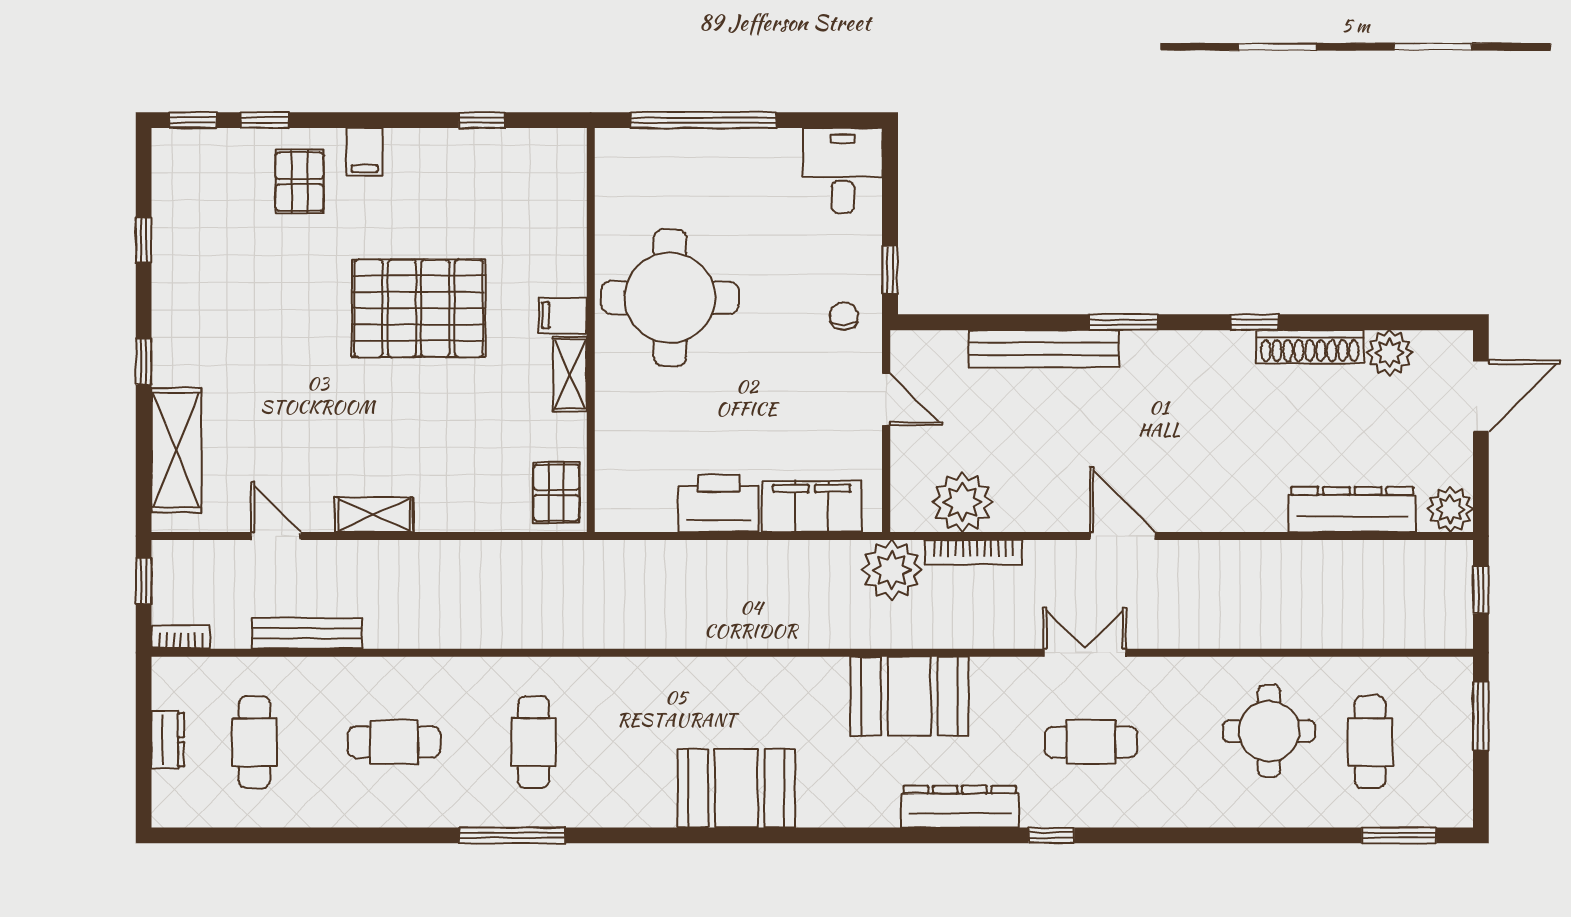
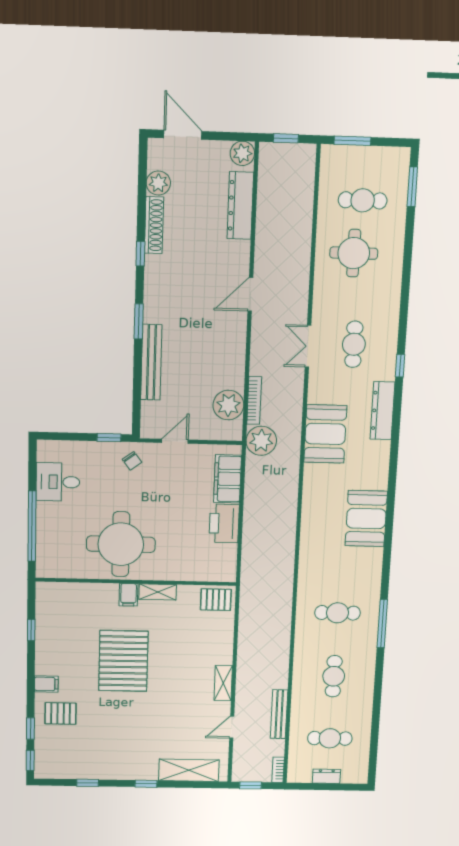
desk: (843, 171) -> (58, 482), moved
chair: (844, 316) -> (132, 461), turned -127
door: (1123, 536) -> (250, 294), moved

